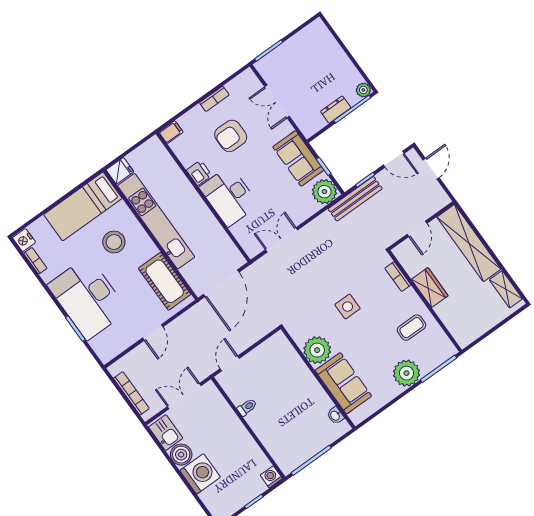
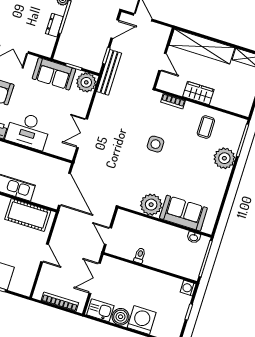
plant: (317, 350) -> (151, 205), moved
wall: (318, 378) -> (165, 222), moved
sofa: (343, 383) -> (183, 213), moved
washbasin: (335, 416) -> (194, 237), moved

